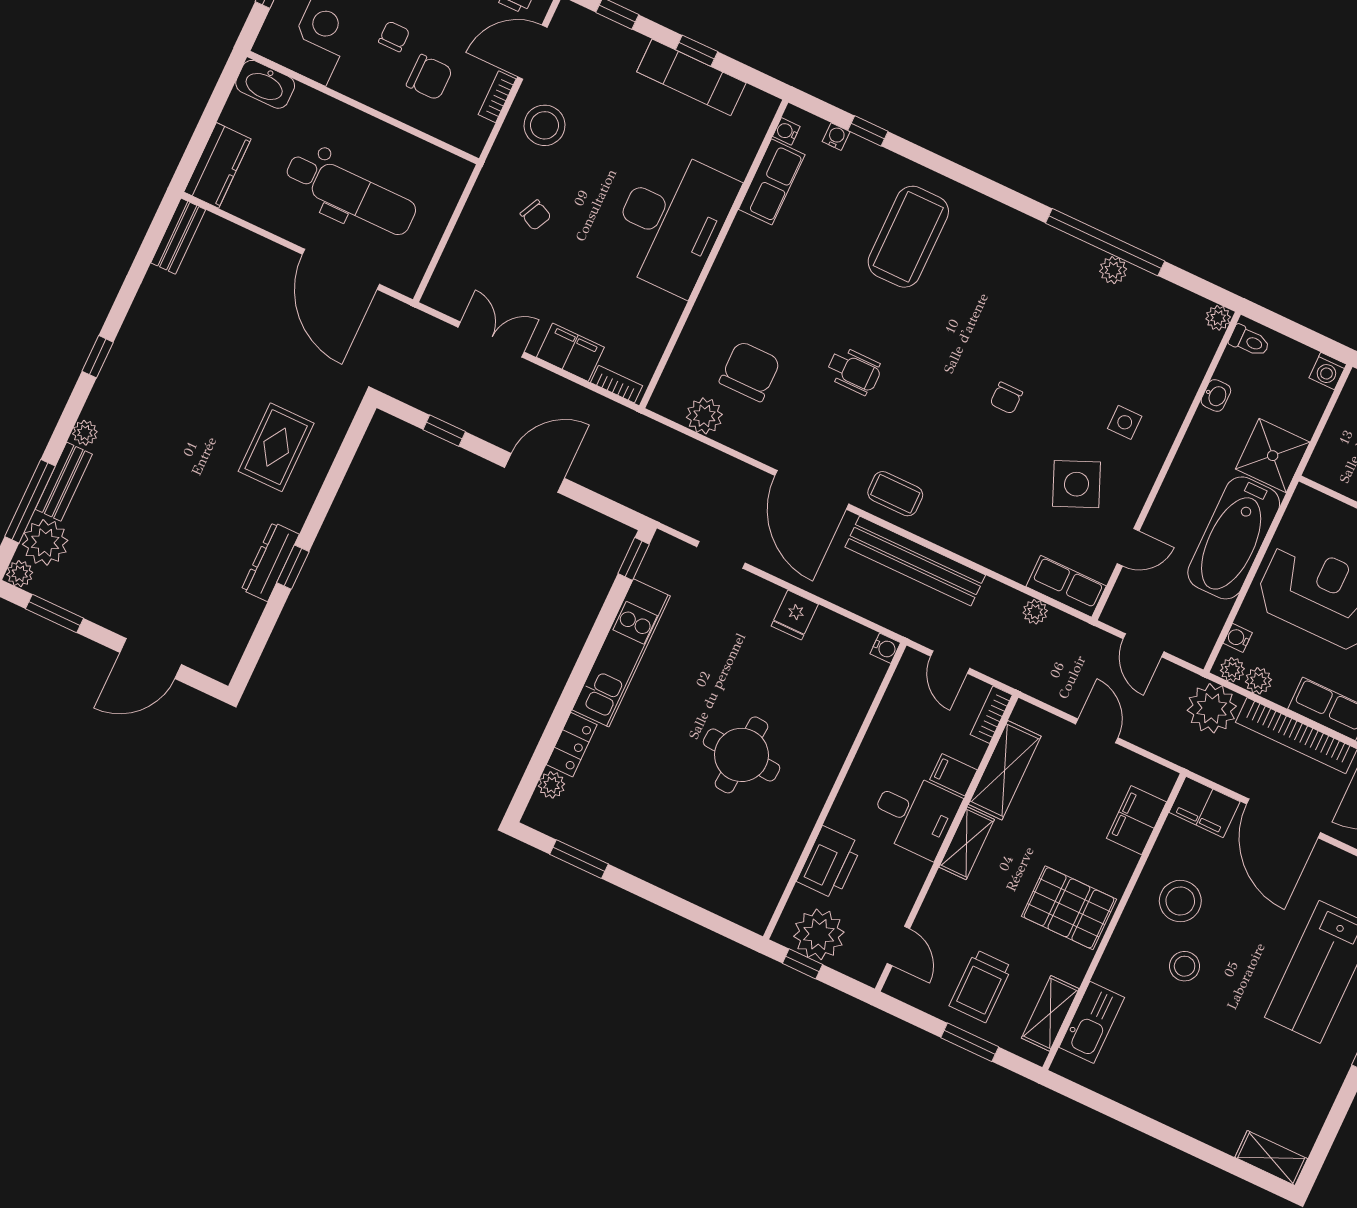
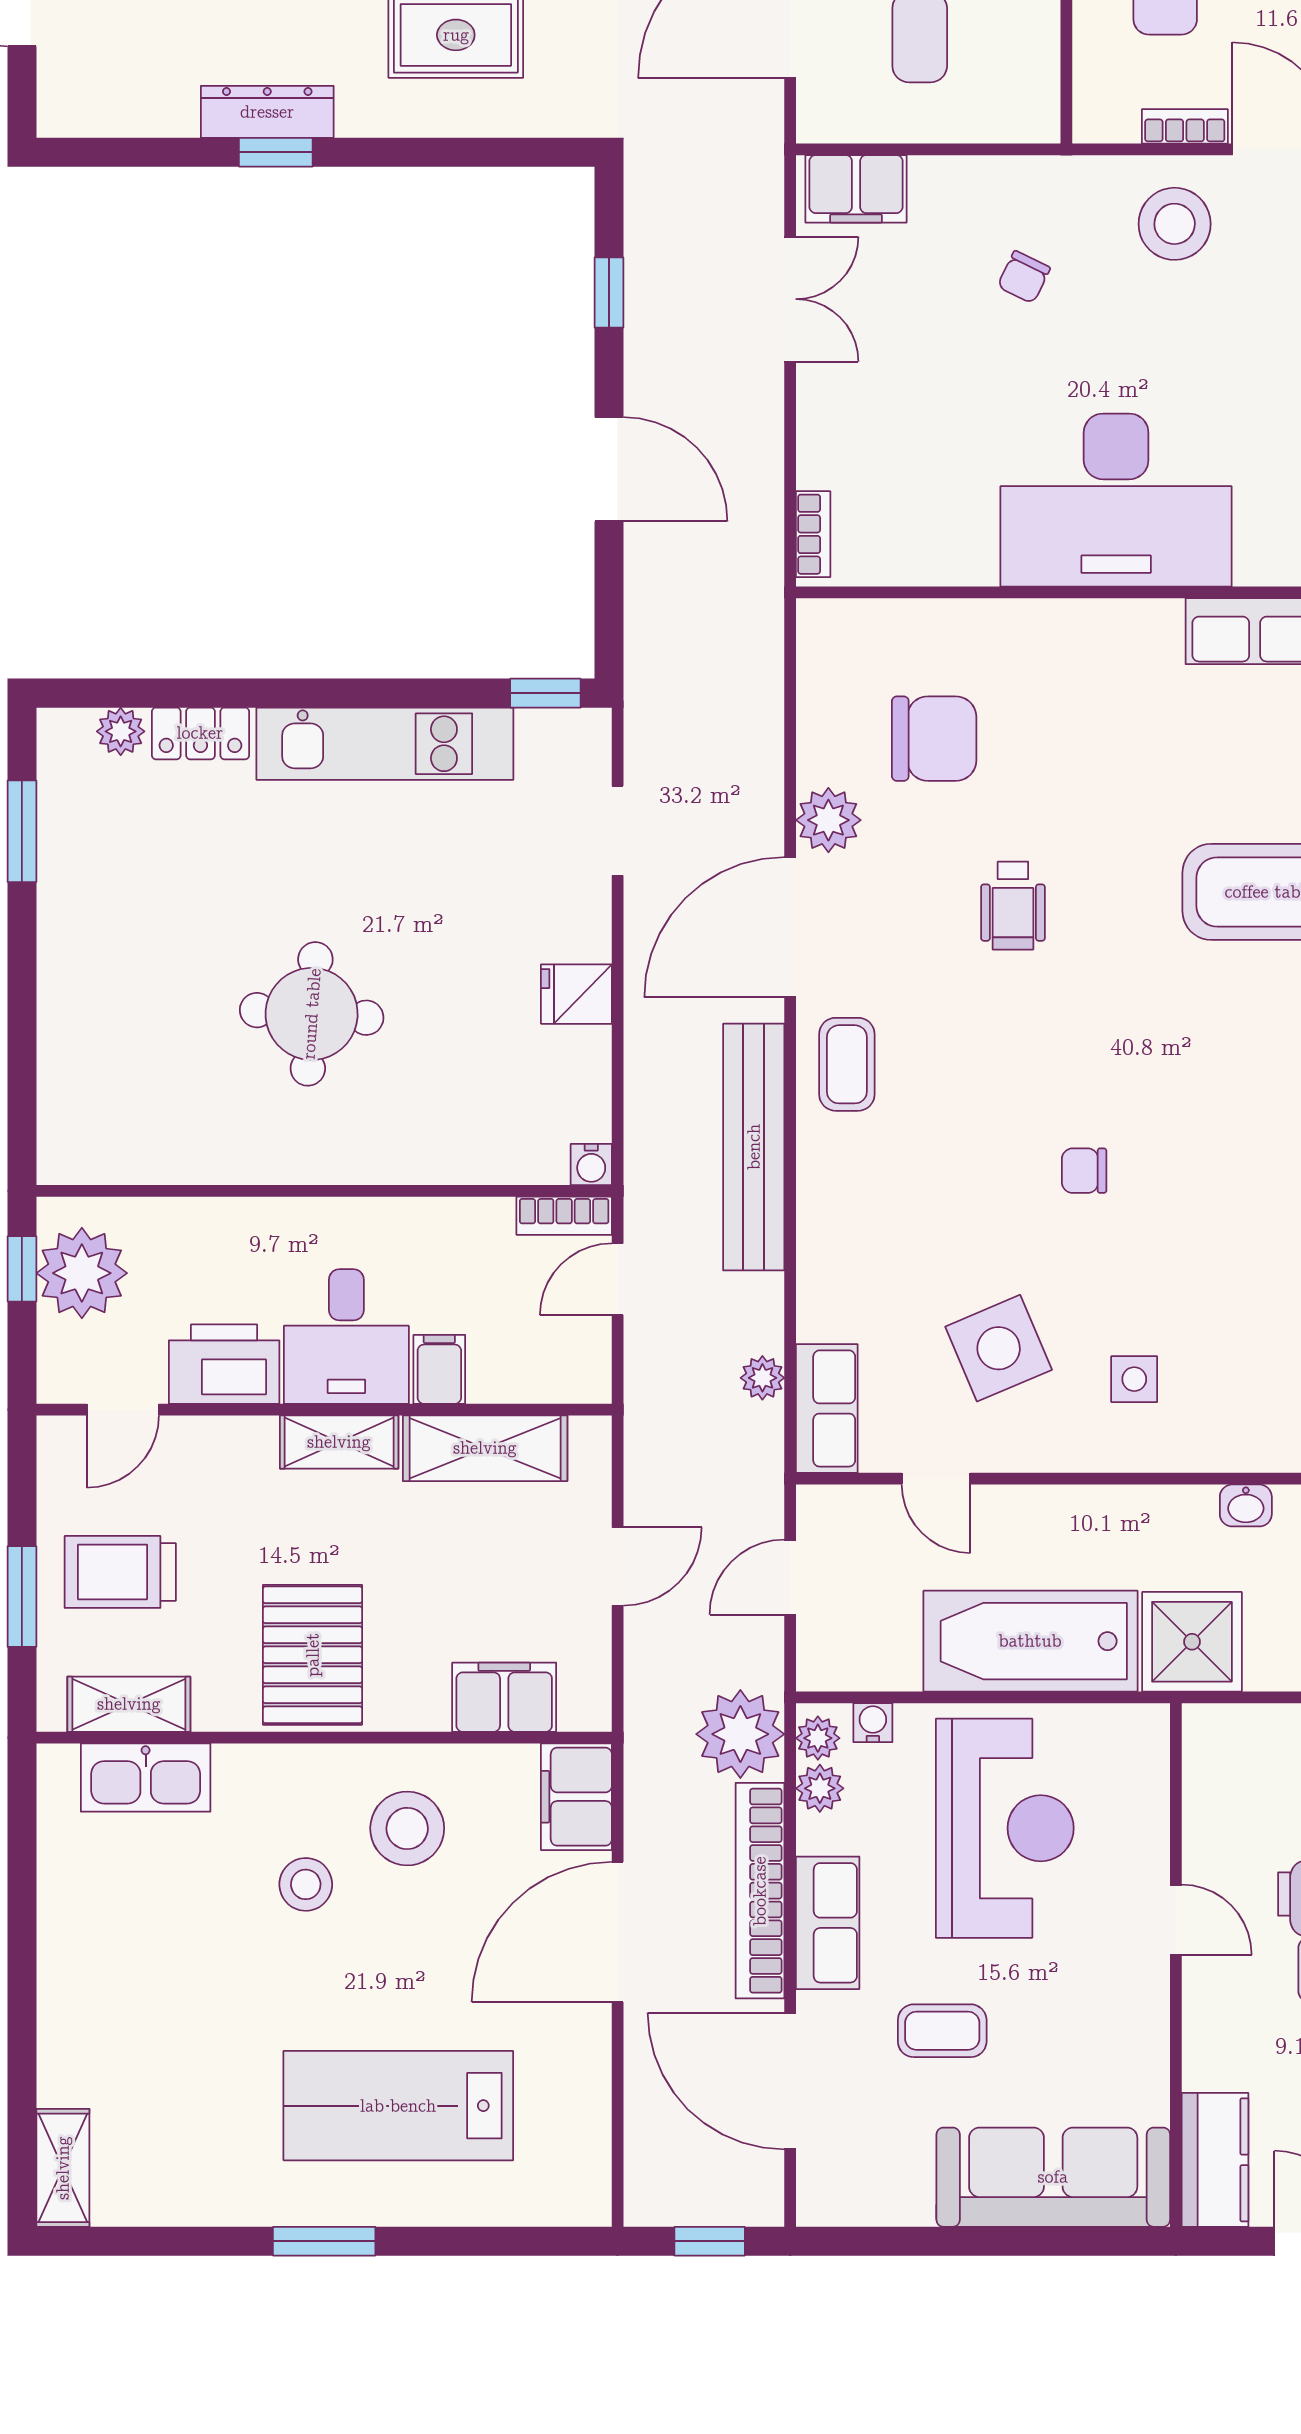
filing cabinet: (570, 352) -> (856, 189), moved, turned 90
plant: (704, 416) -> (828, 820), moved
bookcase: (991, 715) -> (564, 1216), moved, turned 180
printer: (830, 863) -> (224, 1364), moved, turned 180

